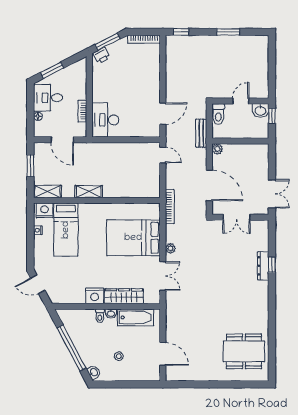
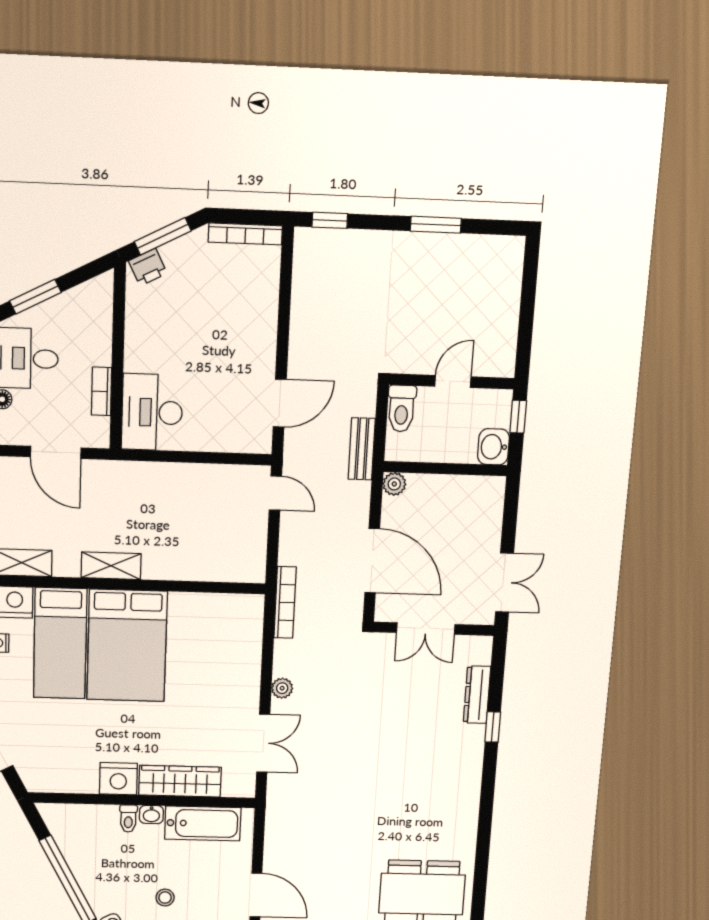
washbasin: (260, 111) -> (493, 447), moved, turned 90
bed: (133, 238) -> (127, 646), moved, turned -90
dresser: (263, 266) -> (477, 695), moved

